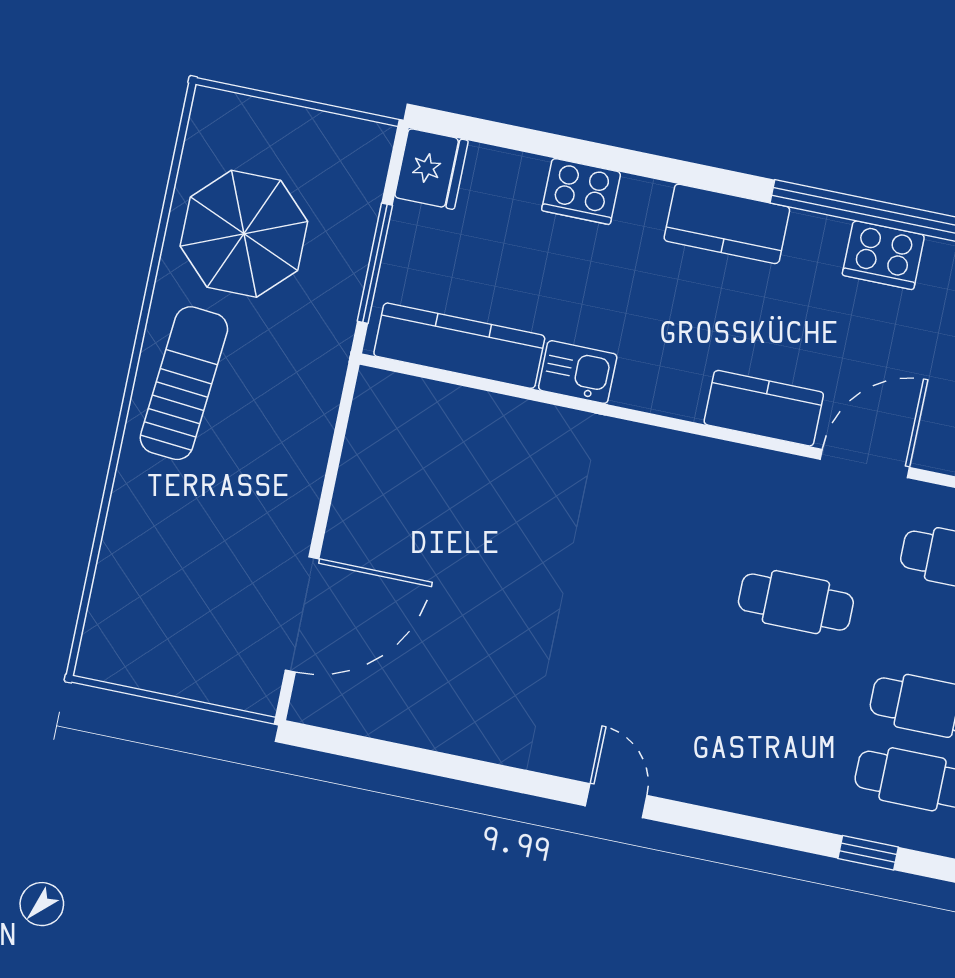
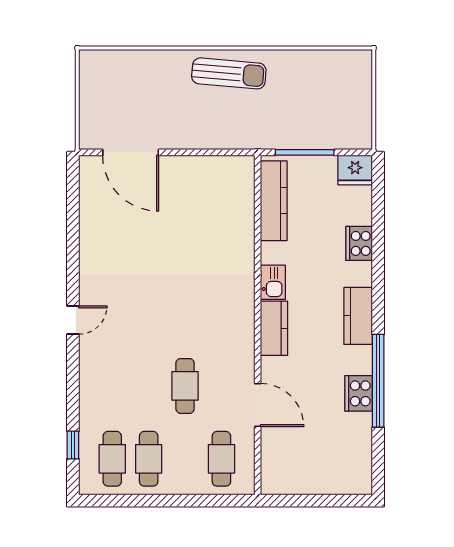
parasol: (244, 234) -> (306, 87), removed
kitchen sink: (578, 372) -> (273, 282), moved
kitchen counter: (764, 408) -> (274, 328), moved

